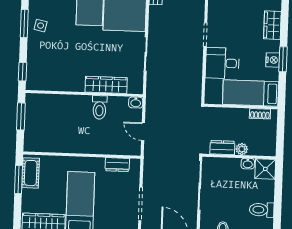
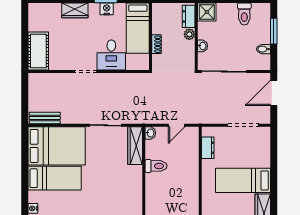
wardrobe: (106, 85) -> (135, 146), moved
shoe rack: (260, 114) -> (156, 44), moved
dresser: (222, 148) -> (189, 16), moved
washbasin: (248, 164) -> (202, 46), moved

